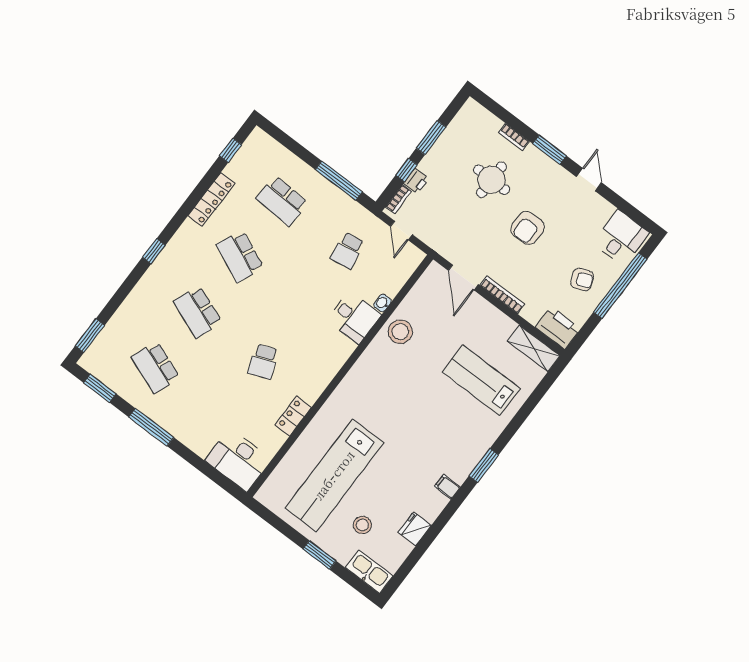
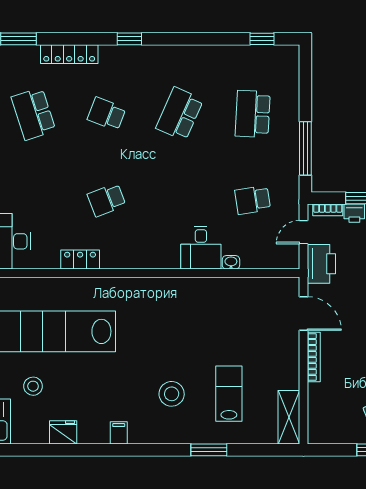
locker: (211, 200) -> (69, 54), moved
door: (463, 277) -> (303, 314), swing flipped
school desk: (198, 312) -> (107, 114), width x0.54
printer: (558, 328) -> (321, 264), moved
stool: (400, 332) -> (172, 394), moved
school desk: (156, 367) -> (33, 114), turned -39
lab bench: (481, 380) -> (229, 394), width x0.73, depth x0.72
window: (484, 465) -> (209, 450), moved

